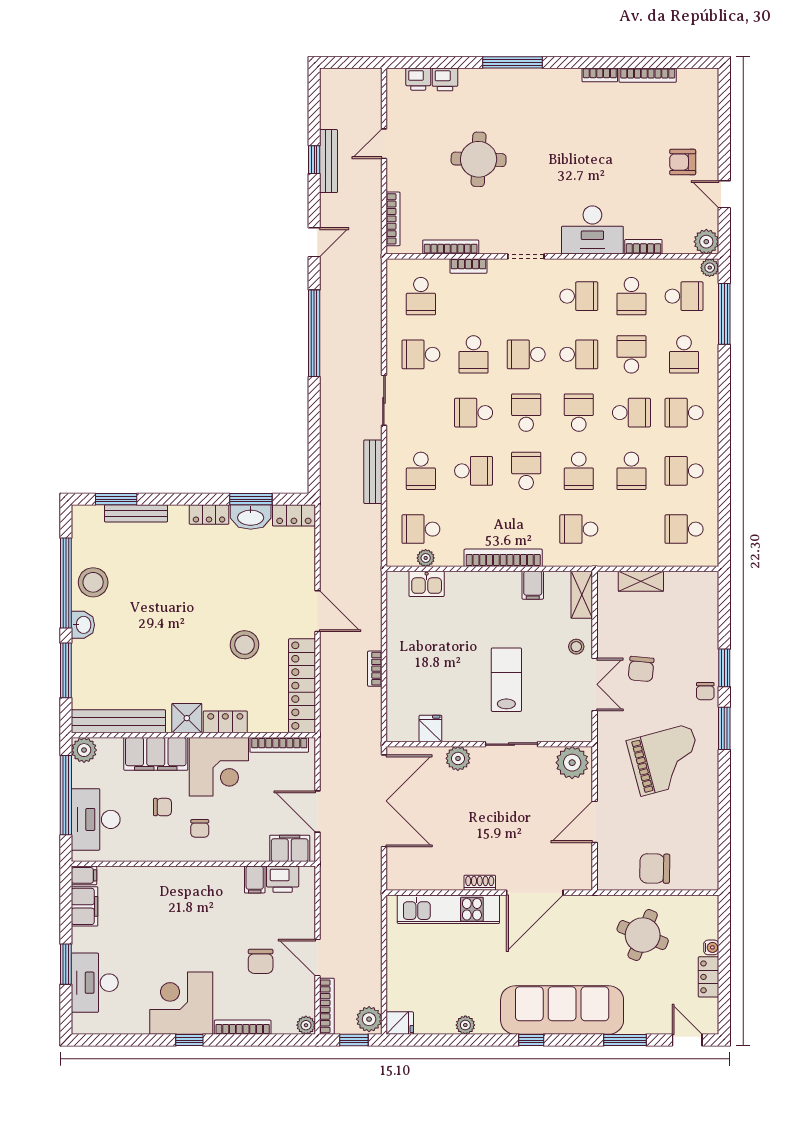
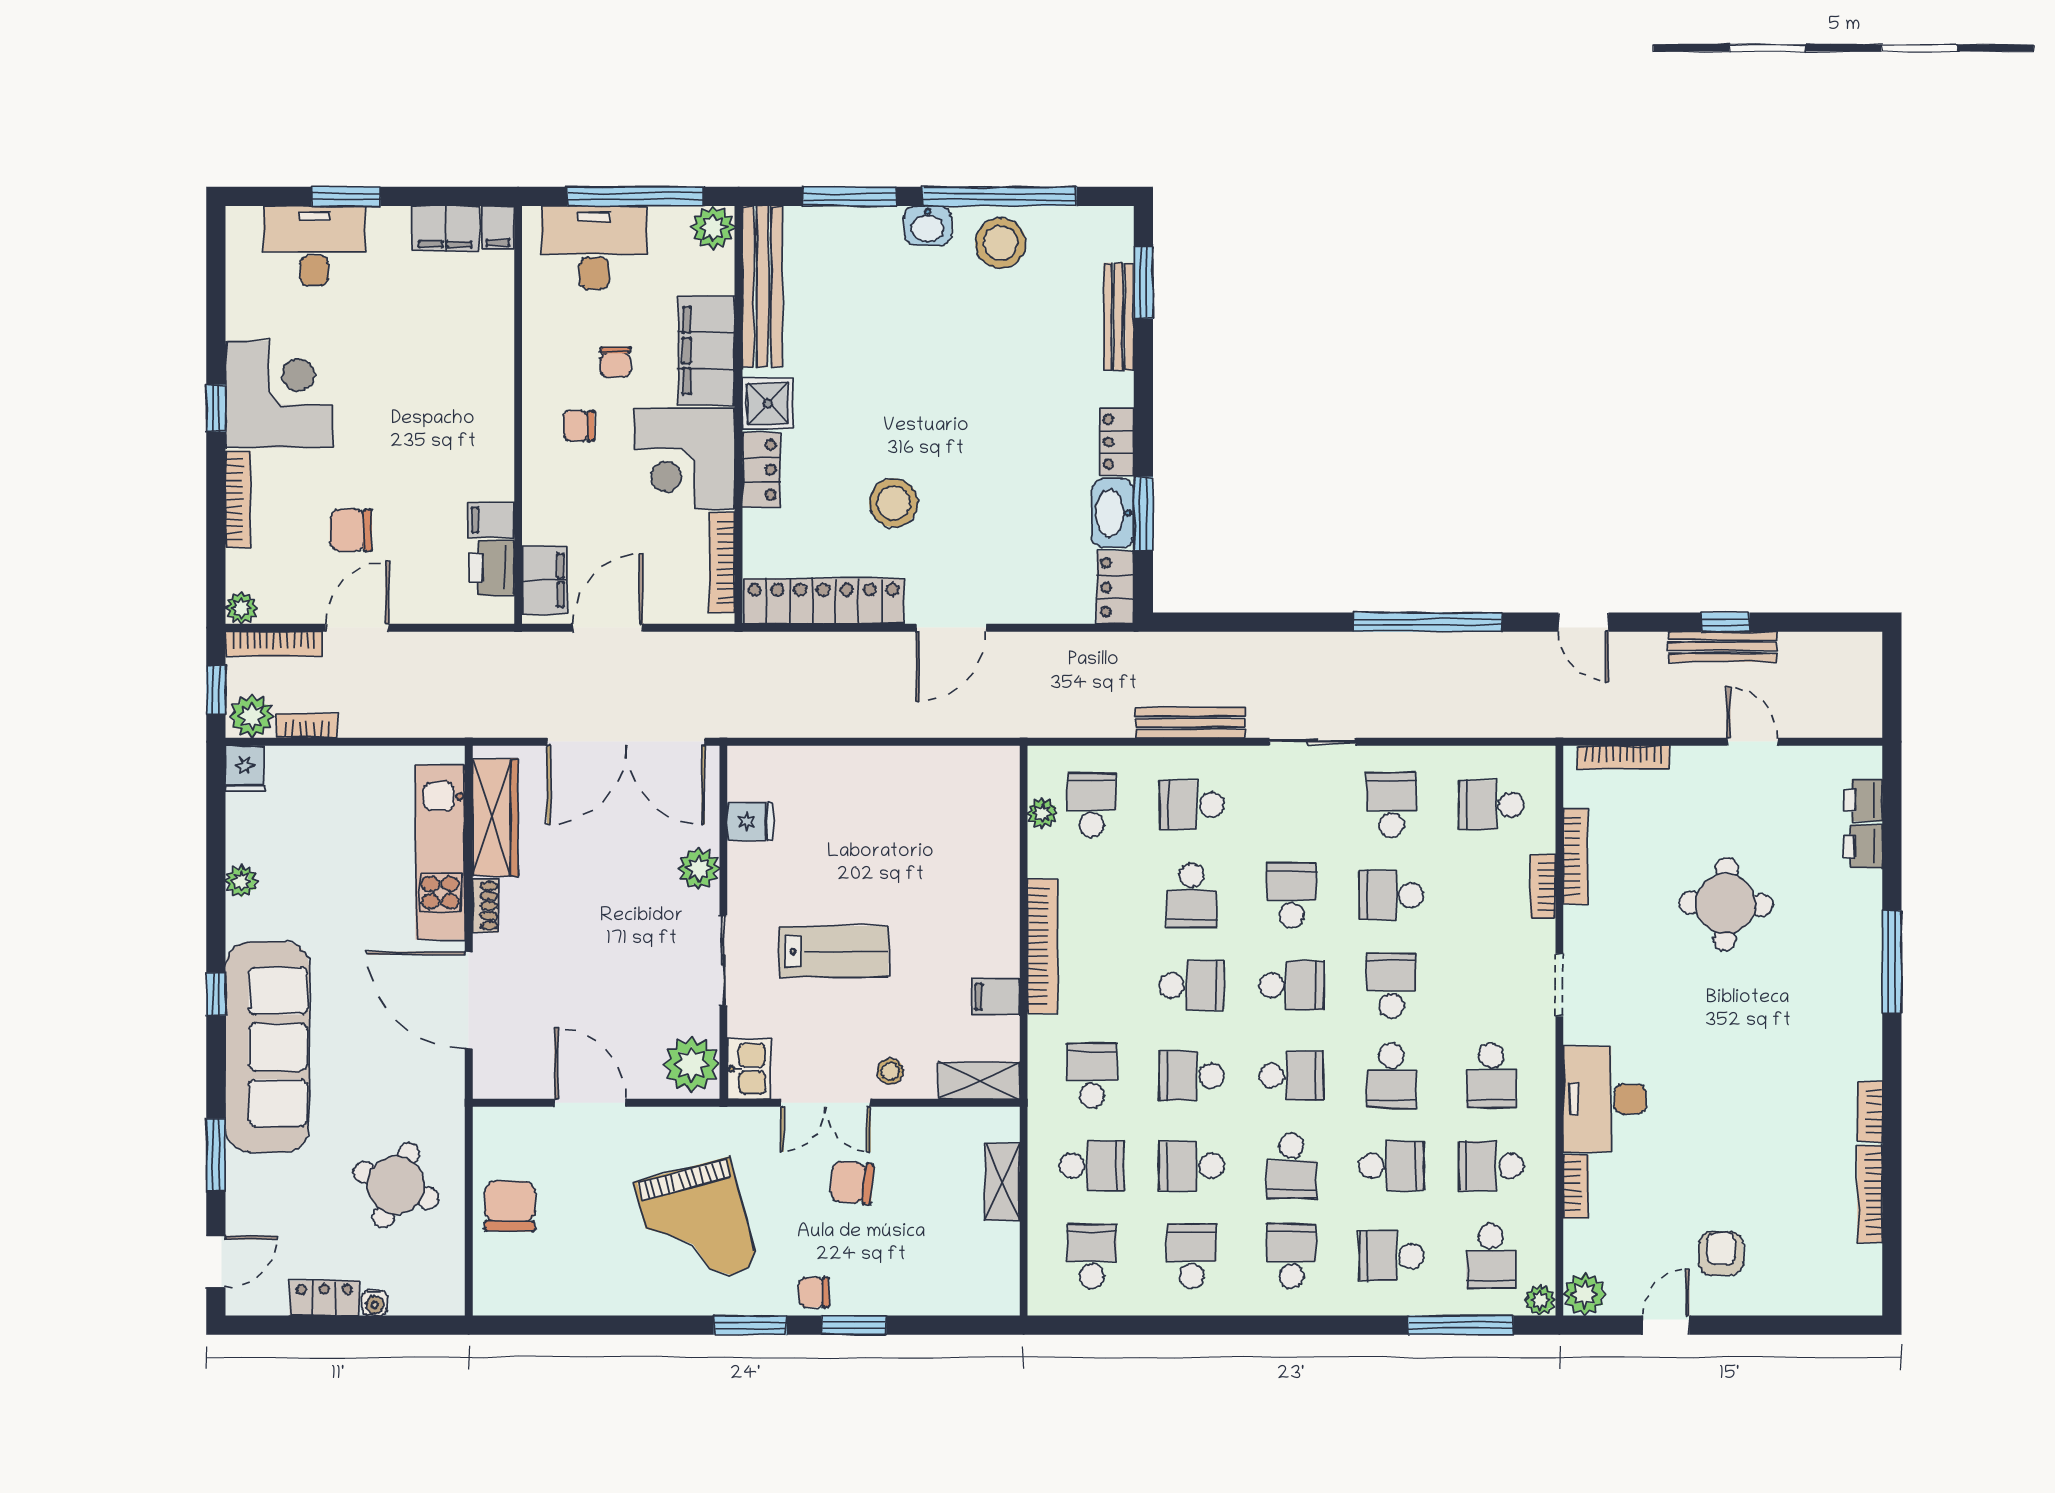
school desk: (631, 529) -> (1092, 1166), added
kitchen sink: (427, 584) -> (749, 1069), moved, turned 180
bookcase: (375, 669) -> (307, 726), moved
wardrobe: (428, 877) -> (495, 817), added

